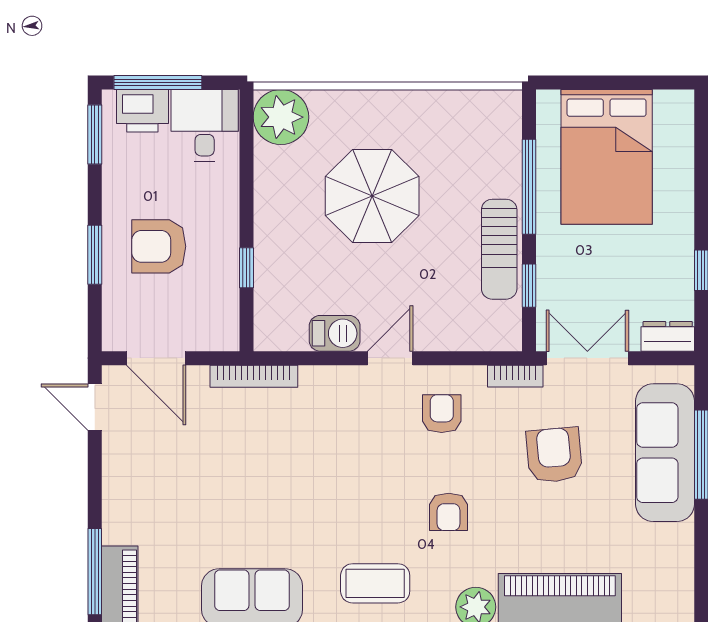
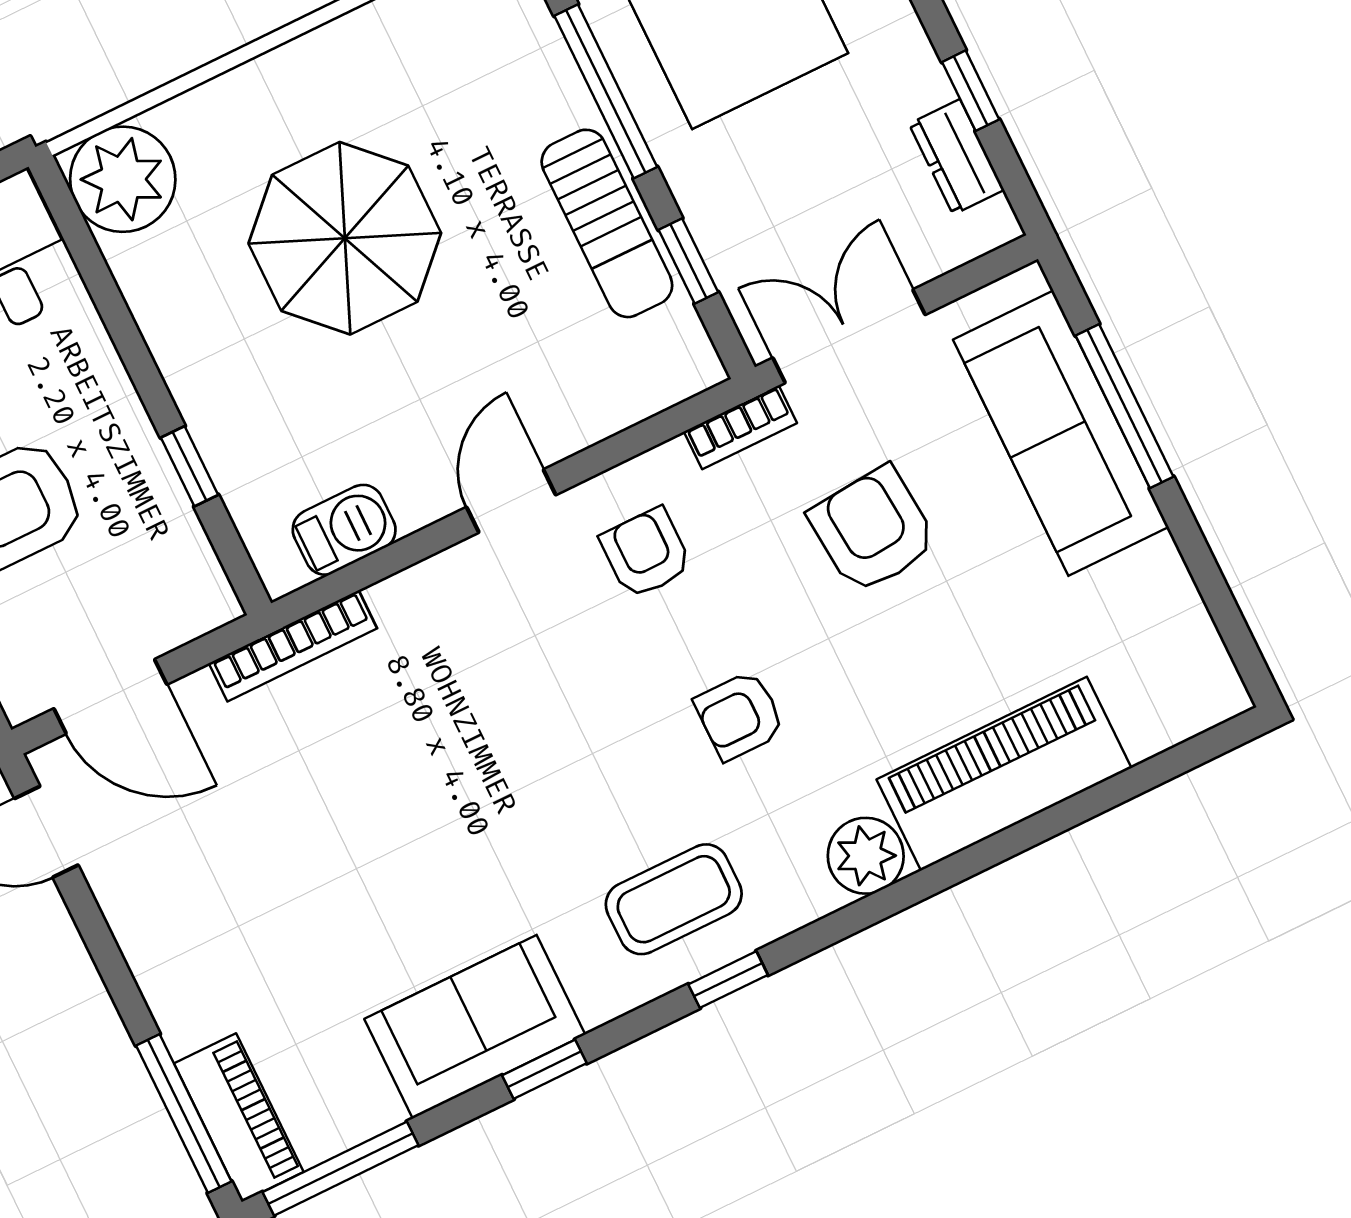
barbecue: (335, 333) -> (344, 530), moved
dresser: (668, 336) -> (957, 157), moved, turned -90
armchair: (449, 512) -> (740, 716), turned 90

